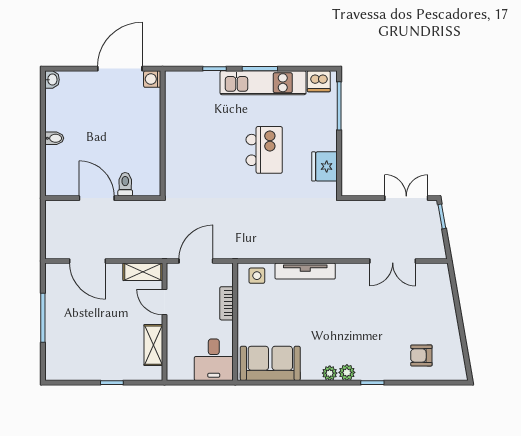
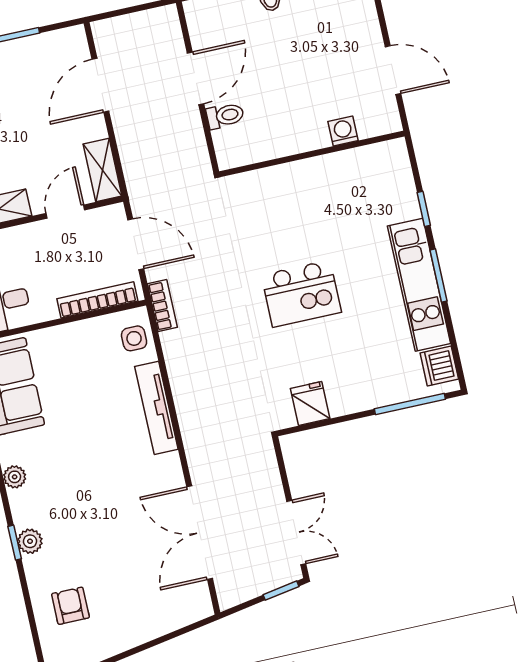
door: (120, 69) -> (393, 70), width x0.73
washing machine: (152, 79) -> (343, 131), moved
kitchen island: (264, 150) -> (301, 294), moved
fridge: (324, 166) -> (310, 403), width x0.72
bookcase: (240, 252) -> (162, 306), added
double door: (393, 261) -> (200, 533), width x1.37
bookcase: (227, 303) -> (97, 300), width x1.56
plant: (347, 372) -> (30, 541), moved

